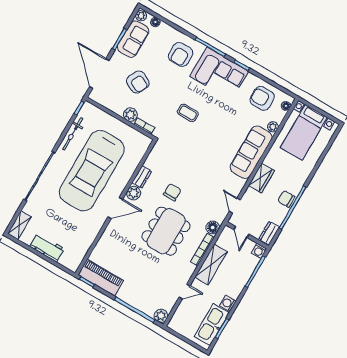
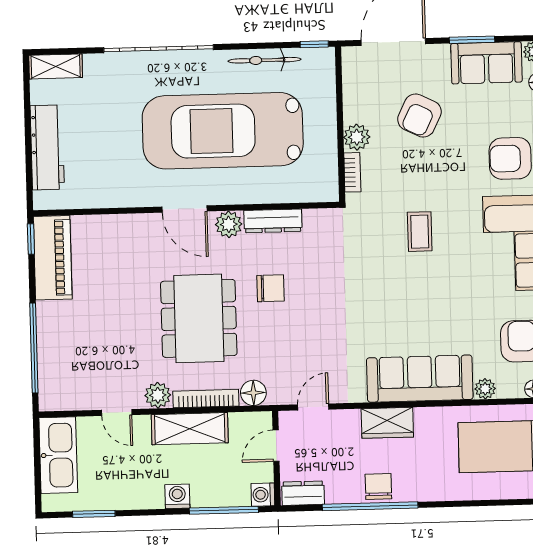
dresser: (142, 177) -> (273, 221), width x1.44
dining table: (166, 231) -> (199, 318), turned 90
workbench: (47, 248) -> (47, 147), width x1.38
washing machine: (228, 303) -> (177, 496), moved
plant: (161, 316) -> (158, 395), moved
kitchen sink: (212, 325) -> (58, 455), moved, turned 90

